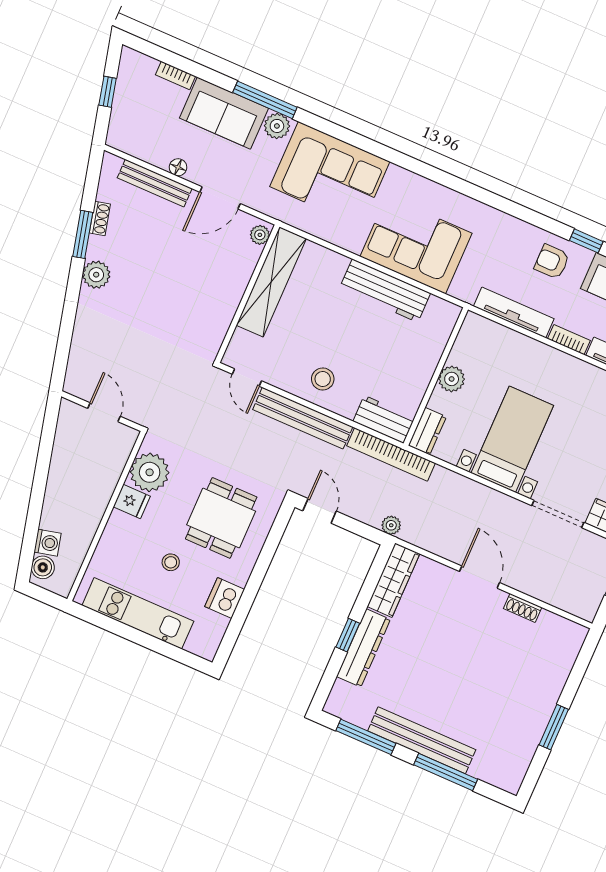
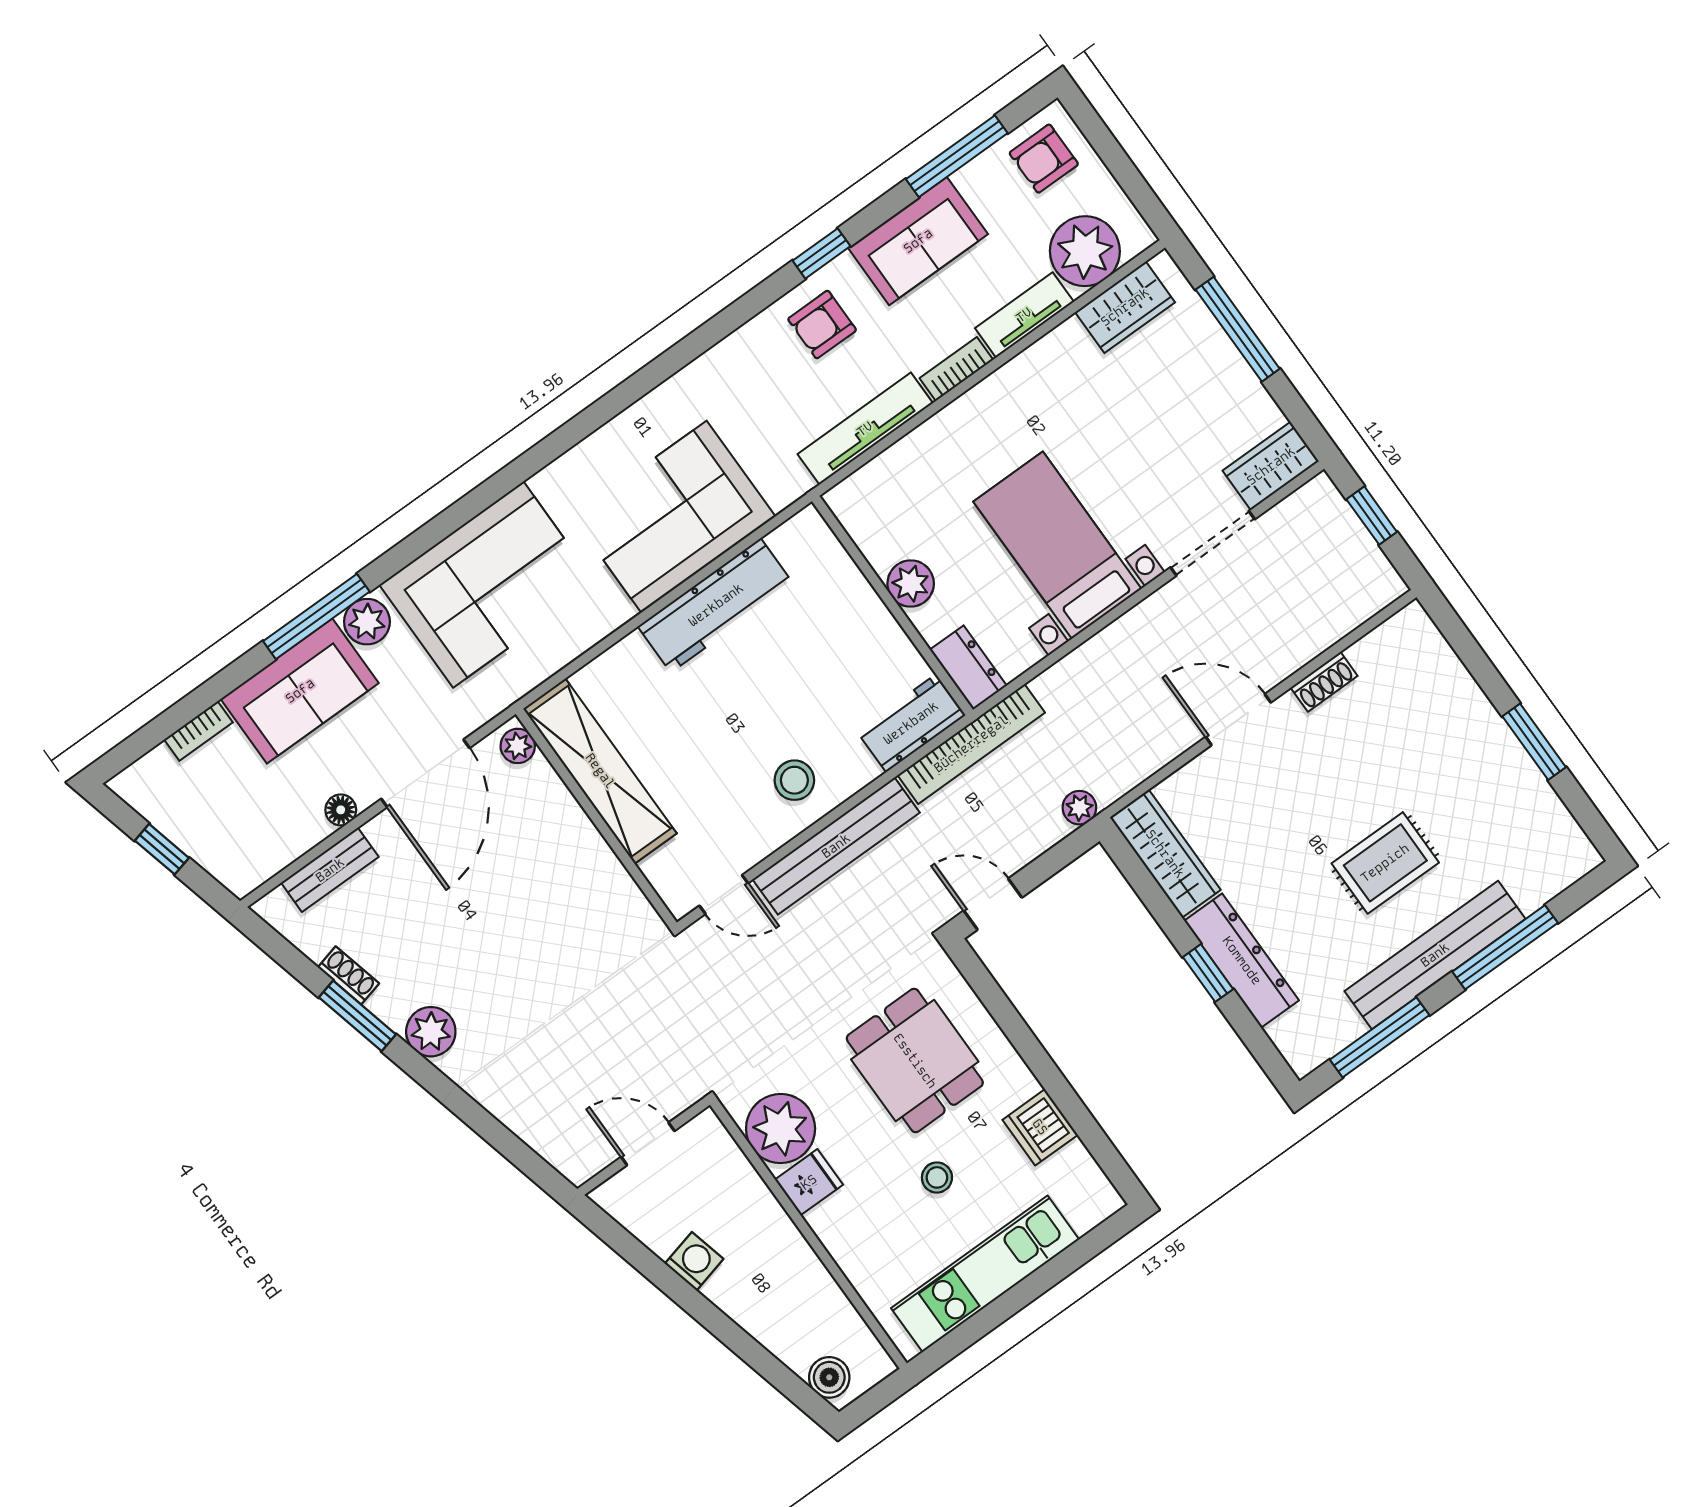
bench: (155, 183) -> (330, 870), width x0.73
door: (220, 198) -> (425, 773), width x1.36
washing machine: (47, 543) -> (694, 1261), moved
rug: (452, 690) -> (1385, 863), added

